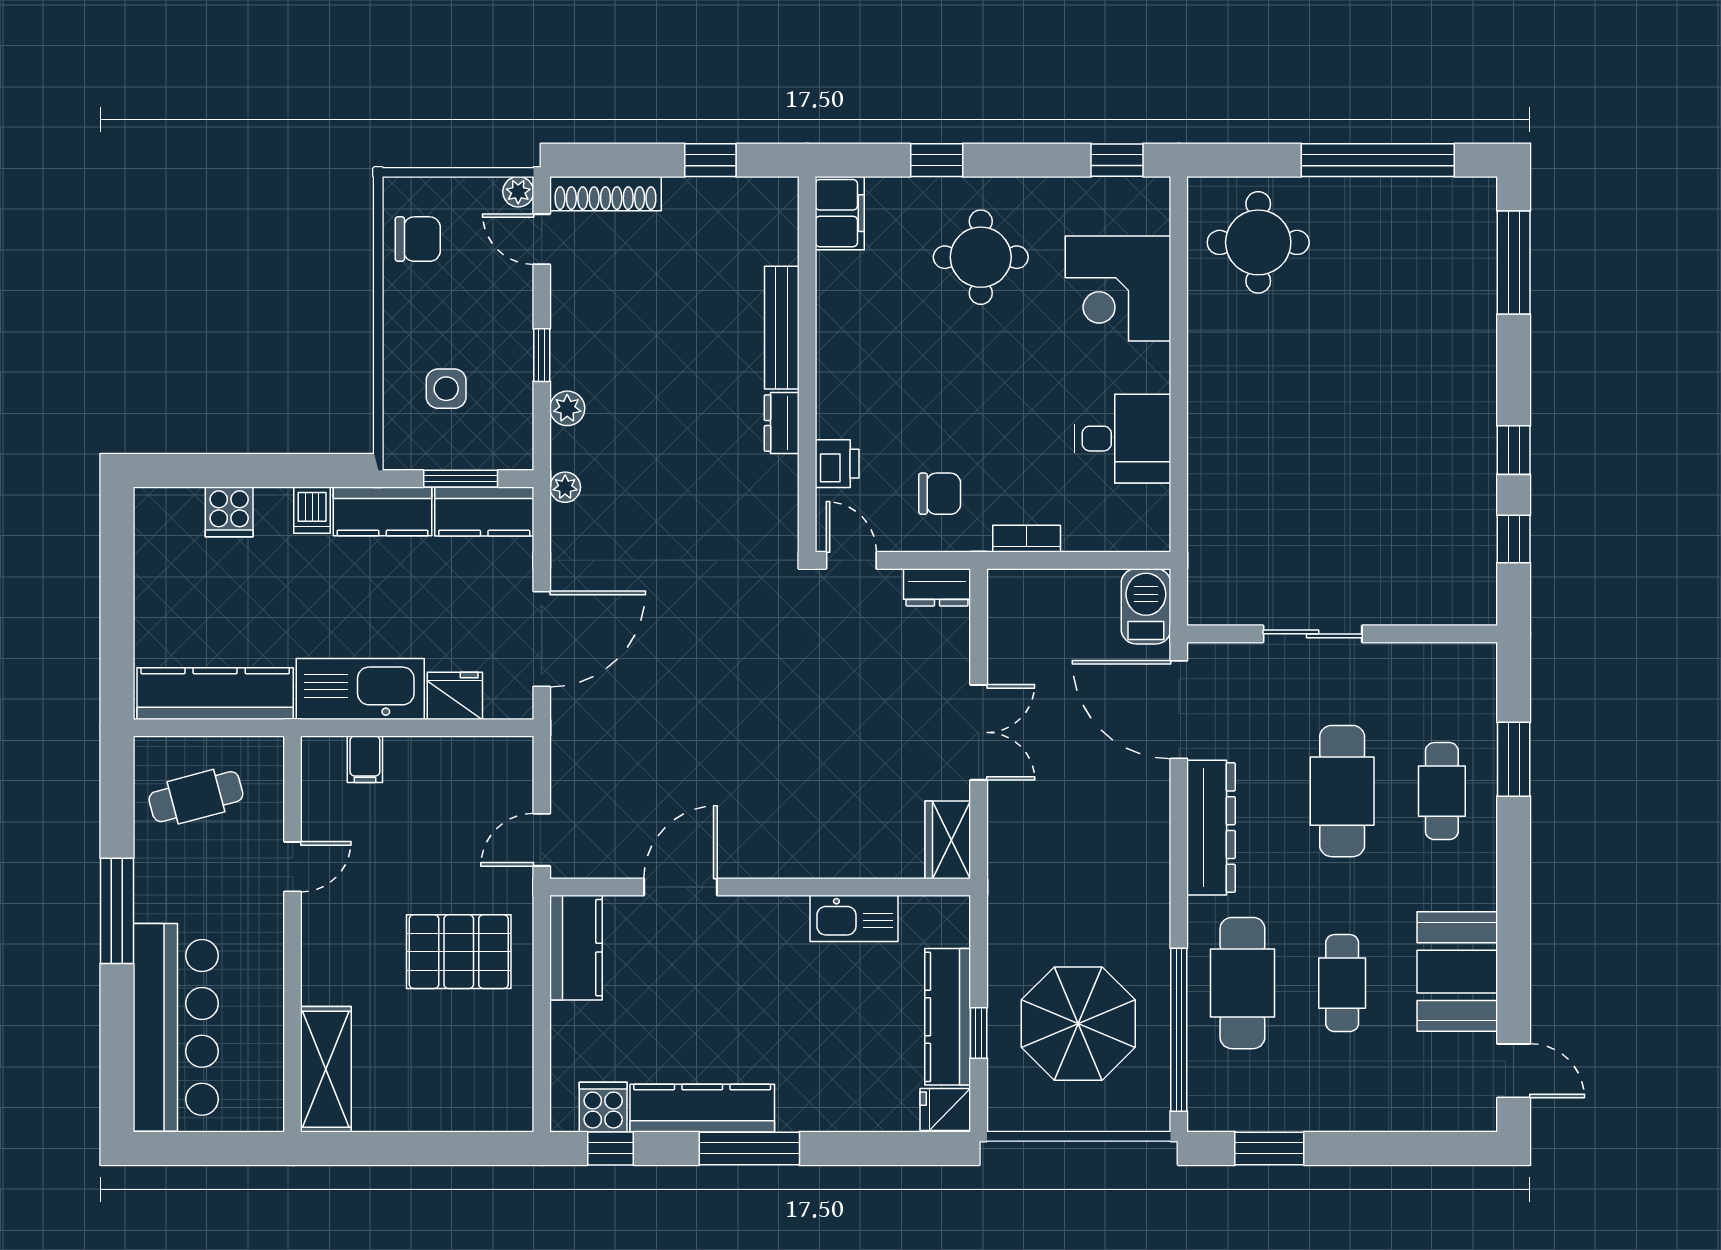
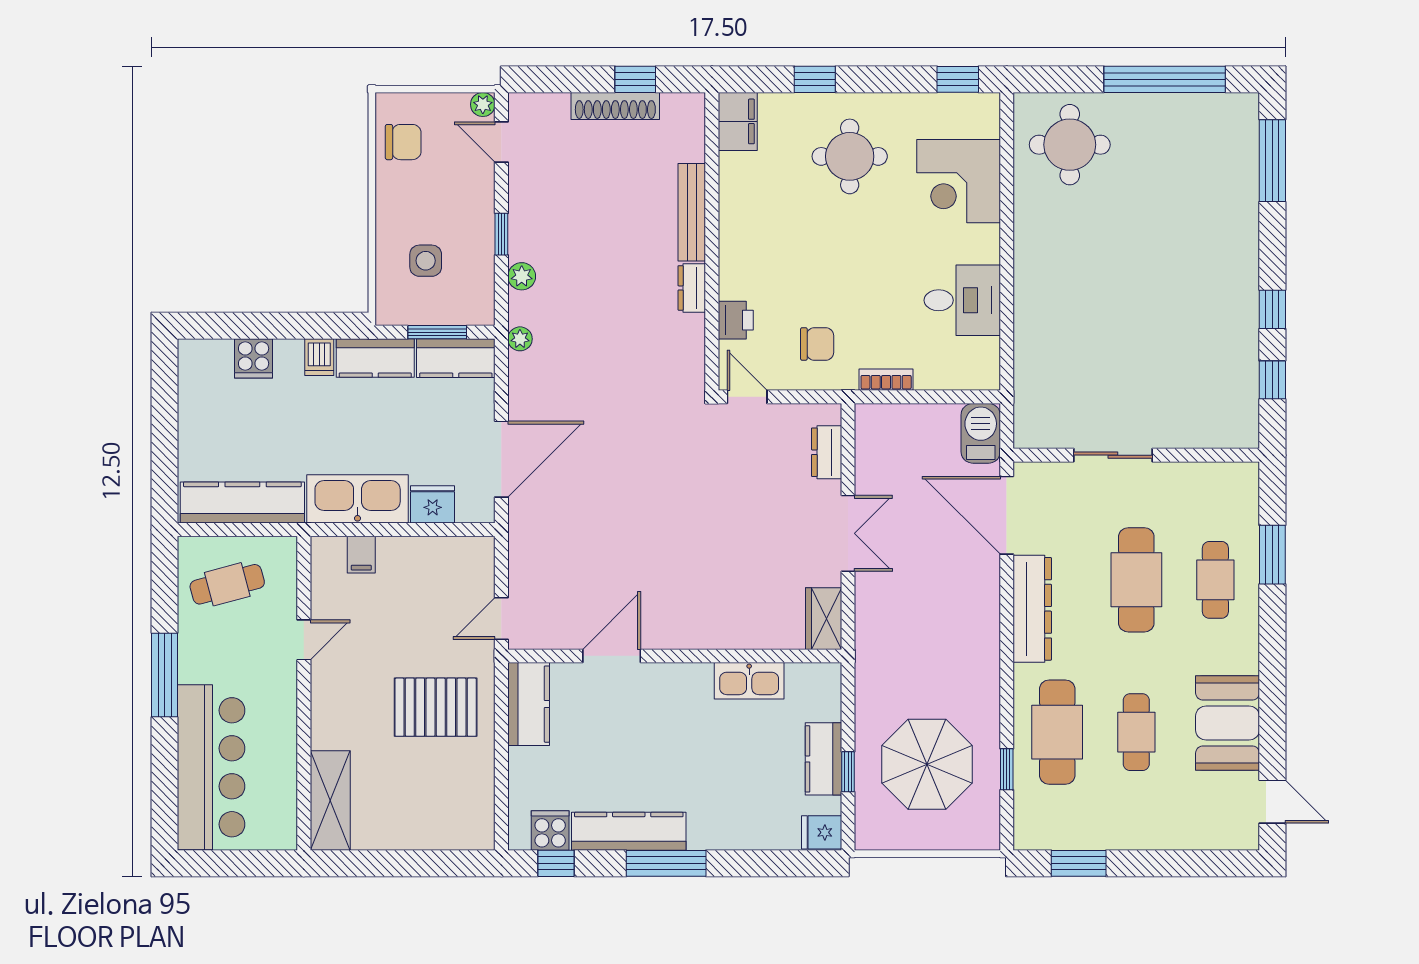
shoe rack: (605, 194) -> (615, 106), moved
dresser: (937, 587) -> (827, 452), moved, turned 90
kitchen counter: (948, 1017) -> (823, 759), width x0.67
window: (1179, 1030) -> (1007, 769), width x0.32

